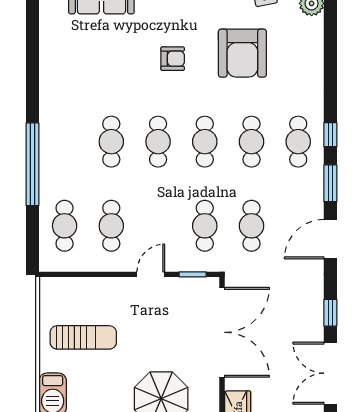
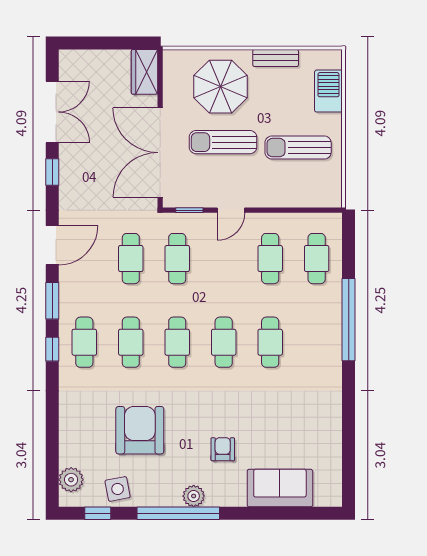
armchair: (173, 59) -> (223, 449), moved, turned 90
sun lounger: (159, 343) -> (223, 142), added

